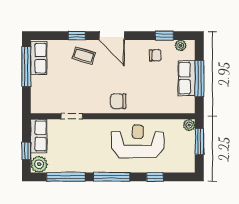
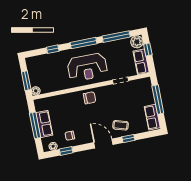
window: (26, 66) -> (158, 100), moved
reception desk: (138, 141) -> (87, 67), moved

